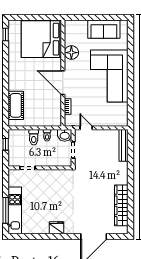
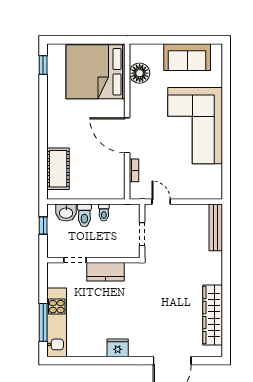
floor lamp: (71, 53) -> (140, 73), moved
washbasin: (65, 135) -> (66, 213), moved
kitchen counter: (48, 176) -> (106, 272), added

